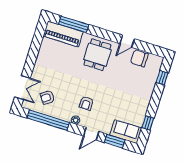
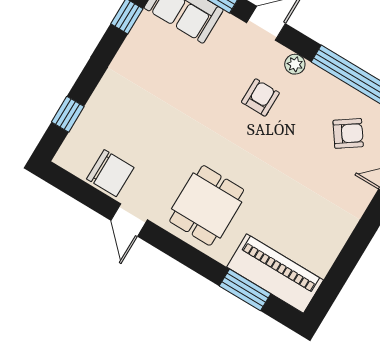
window: (74, 24) -> (245, 290), width x0.69
door: (127, 41) -> (129, 220), swing flipped

